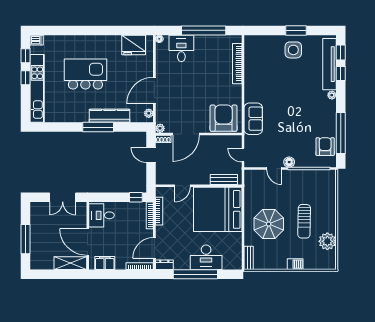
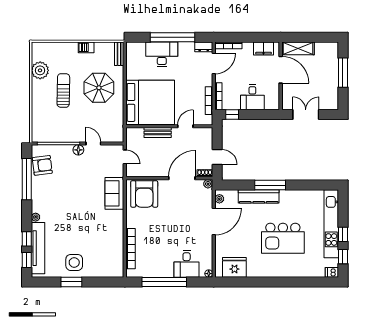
armchair: (325, 147) -> (42, 165), turned -97
bench: (224, 179) -> (158, 132), moved
desk: (101, 215) -> (252, 97), moved, turned 90
barbecue: (295, 264) -> (86, 47), moved

